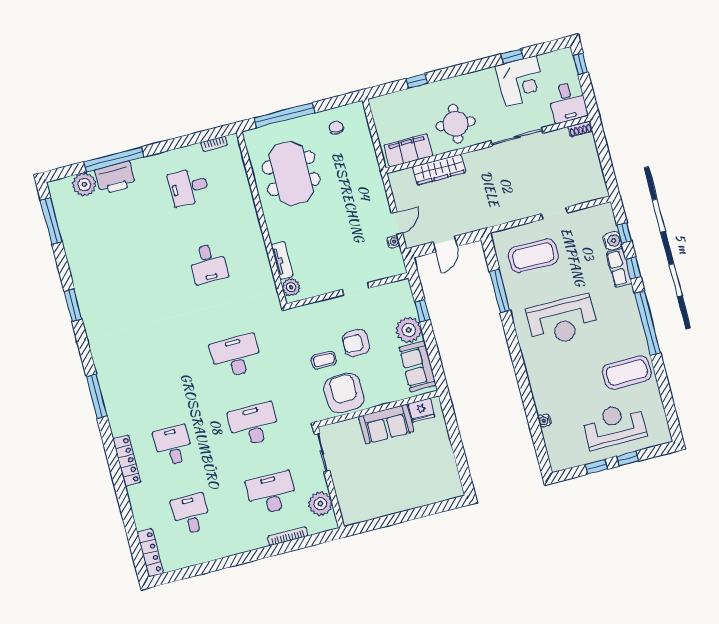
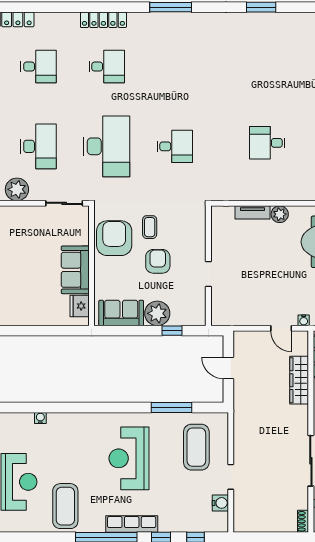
door: (397, 223) -> (281, 328), moved
water cooler: (612, 241) -> (220, 503), moved, turned -90
water cooler: (393, 242) -> (304, 320), moved
row of seats: (619, 268) -> (132, 524), moved, width x1.48
plant: (291, 287) -> (280, 214), moved
desk: (236, 356) -> (175, 146), width x0.73
armchair: (344, 393) -> (114, 238), turned -90
desk: (254, 425) -> (107, 146), width x1.36, depth x1.30

